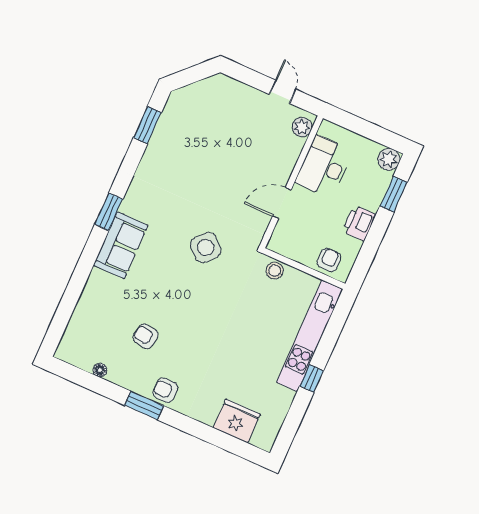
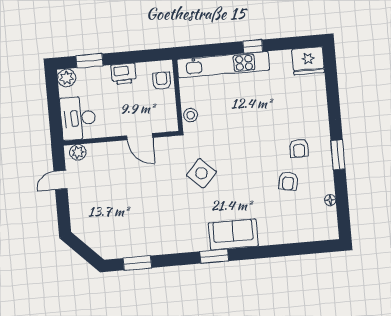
desk: (324, 167) -> (78, 118), moved, turned 90
armchair: (329, 260) -> (162, 81), turned 90
armchair: (165, 390) -> (299, 148), moved
fridge: (237, 421) -> (308, 61), moved, turned -90

